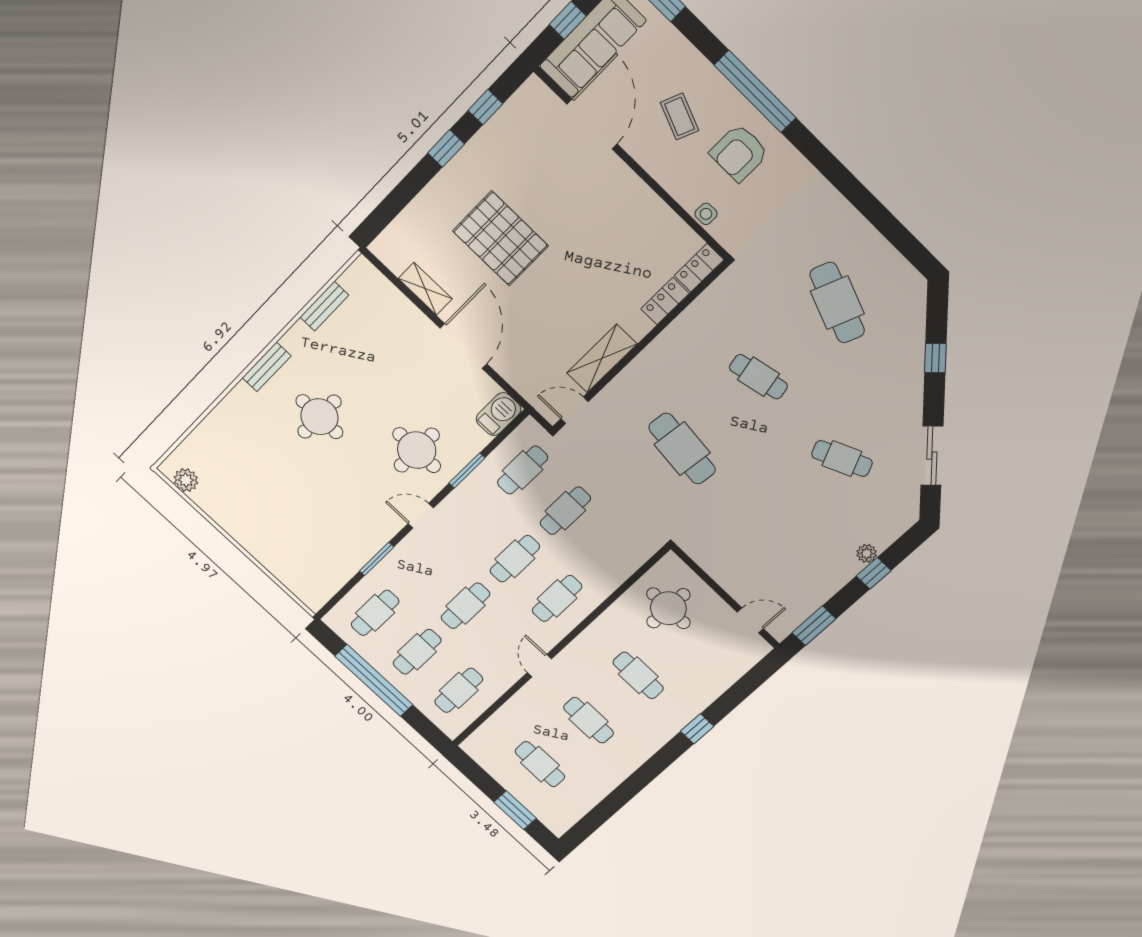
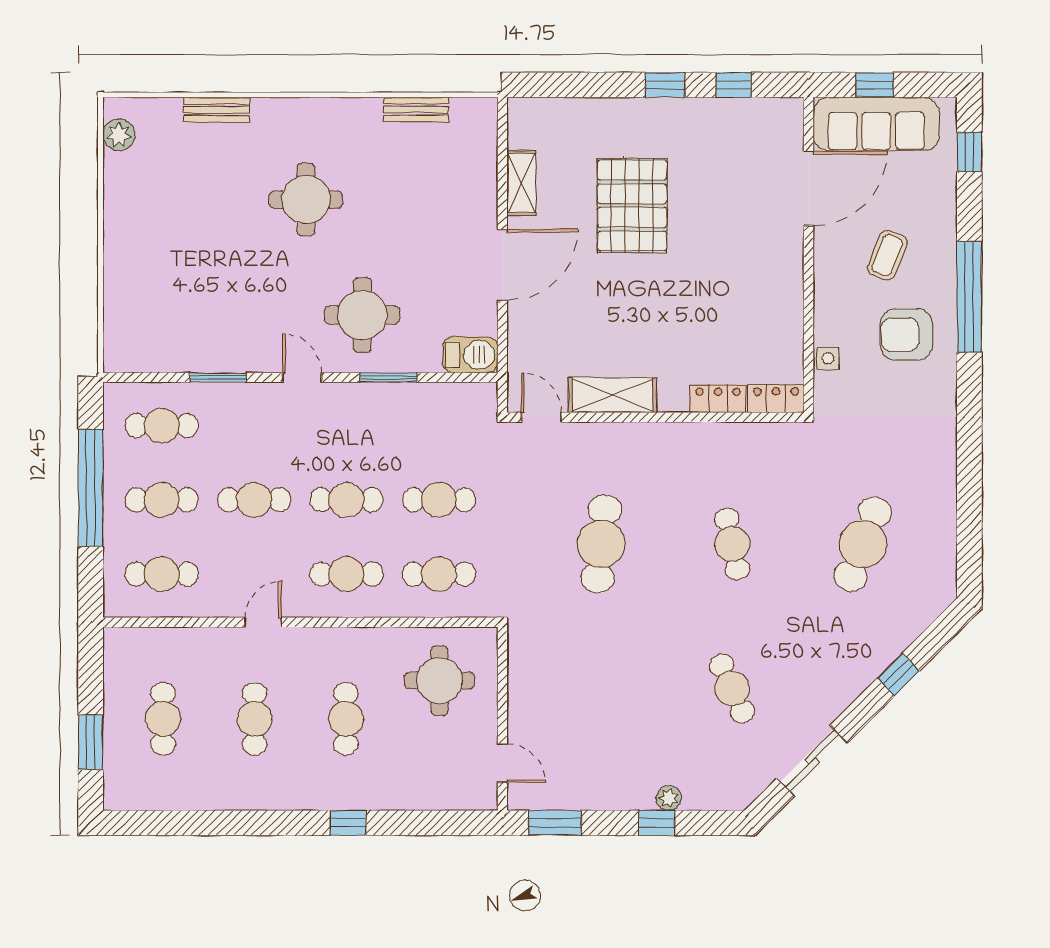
bench: (267, 367) -> (217, 110), moved
cafe table: (523, 470) -> (439, 574), moved

